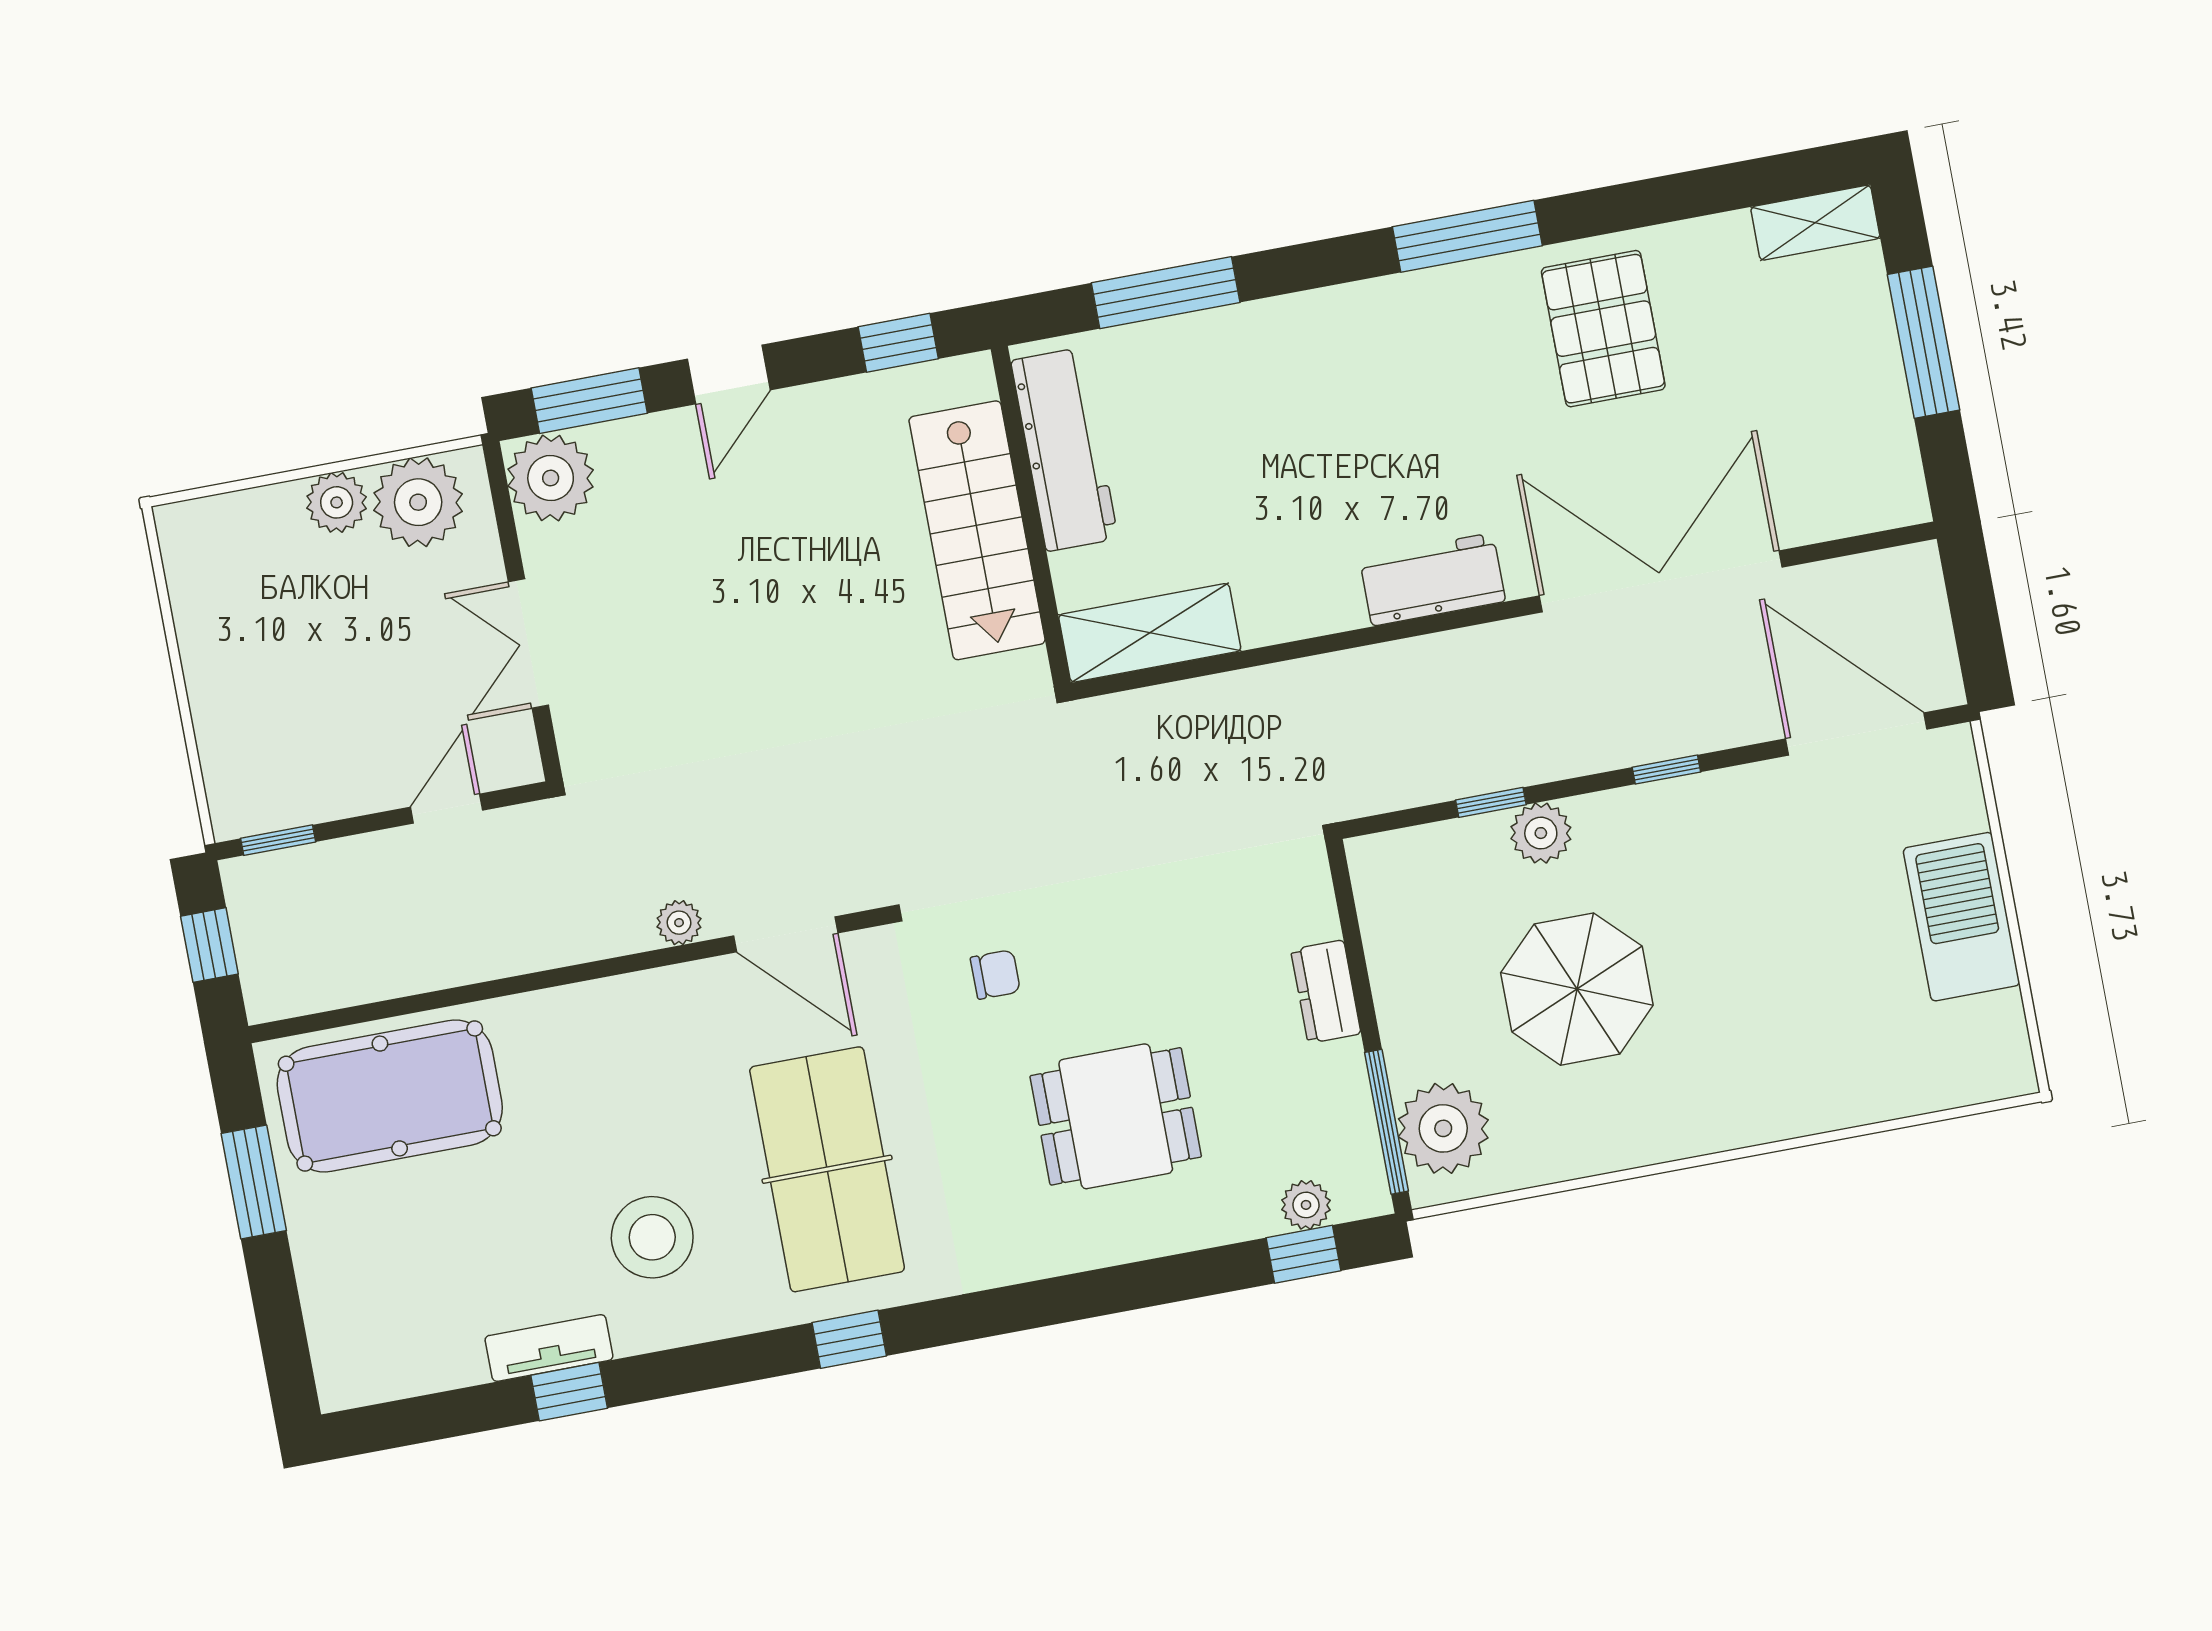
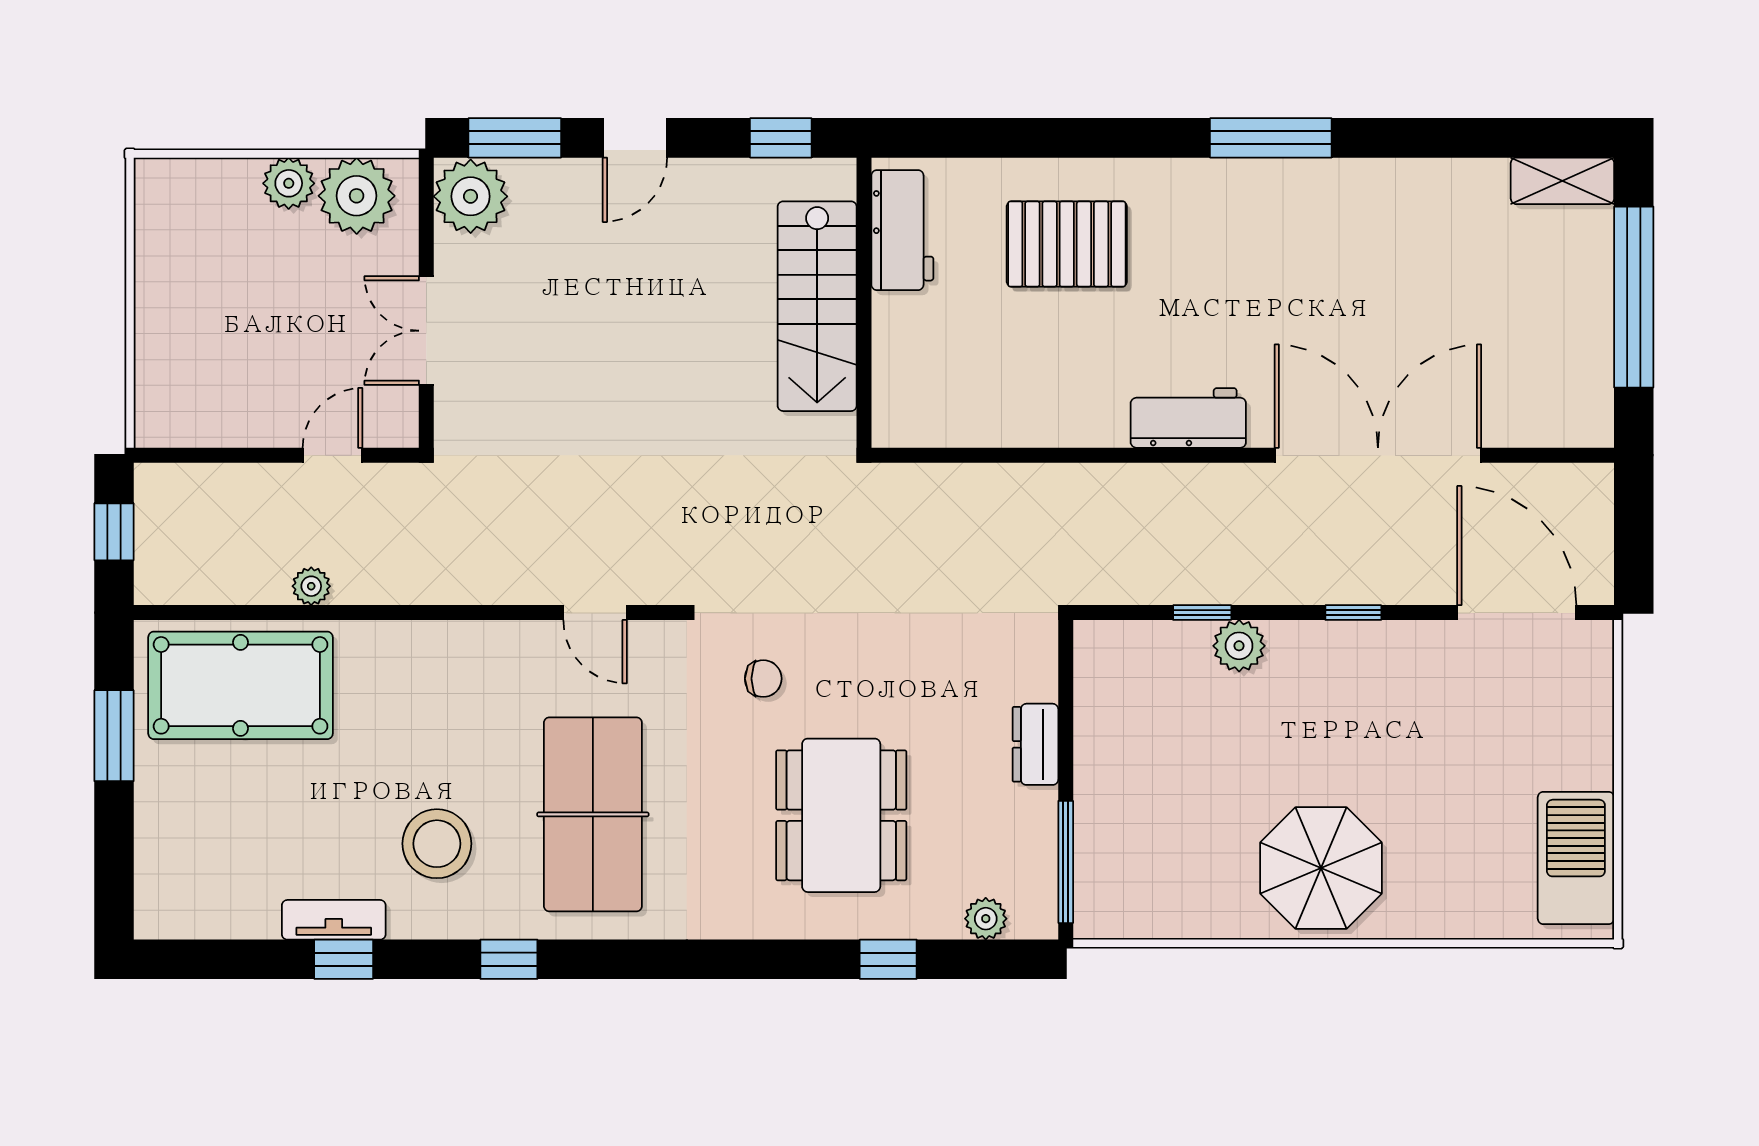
window: (1166, 293) -> (1011, 138), removed
pallet: (1603, 329) -> (1067, 244), moved, turned 90
window: (1924, 342) -> (1634, 297), width x1.46
workbench: (1064, 450) -> (902, 230), width x0.73
shelving: (1150, 633) -> (945, 418), removed
window: (278, 840) -> (187, 455), removed
barbecue: (1961, 917) -> (1576, 858), moved
plant: (679, 923) -> (311, 586), moved
door: (786, 934) -> (595, 613), width x0.73
parasol: (1577, 989) -> (1321, 868), moved
dining table: (1116, 1116) -> (841, 815), width x1.38
plant: (1443, 1128) -> (1112, 876), removed
window: (1304, 1254) -> (888, 959), moved
window: (849, 1339) -> (509, 959), moved

